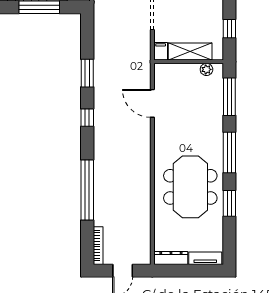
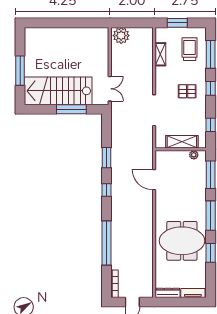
filing cabinet: (161, 51) -> (160, 142), removed
meeting table: (190, 187) -> (182, 241), turned 90

